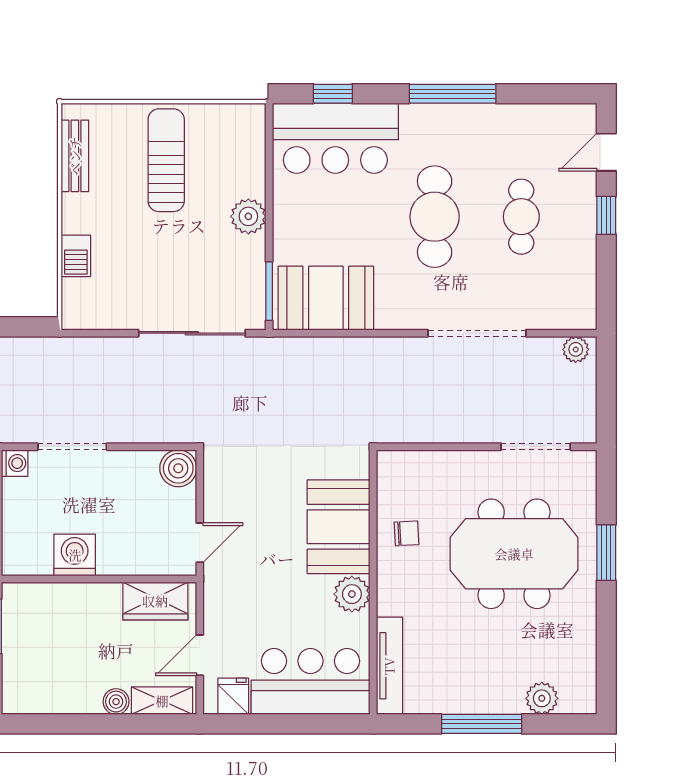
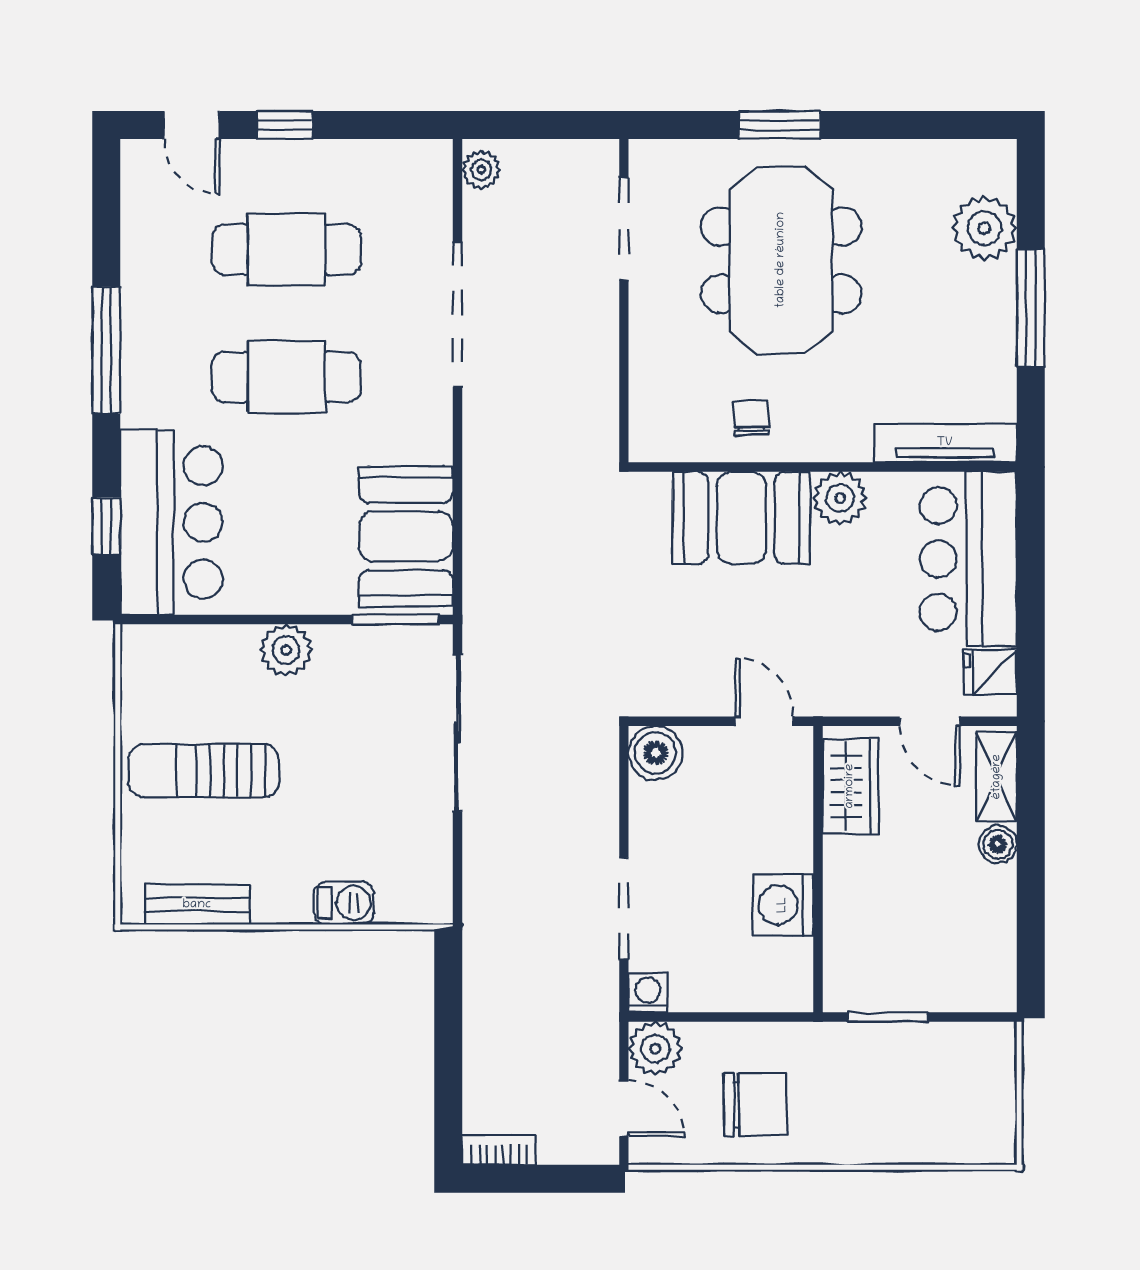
cafe table: (521, 217) -> (286, 250), width x1.37, depth x1.35
plant: (542, 698) -> (984, 228), width x1.36, depth x1.36

